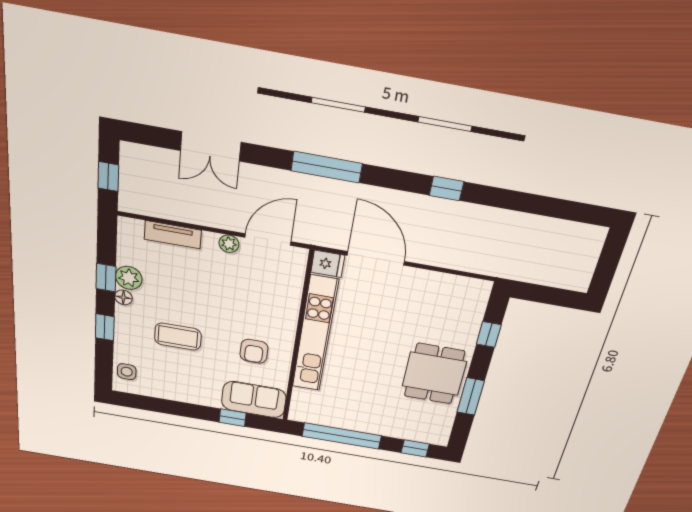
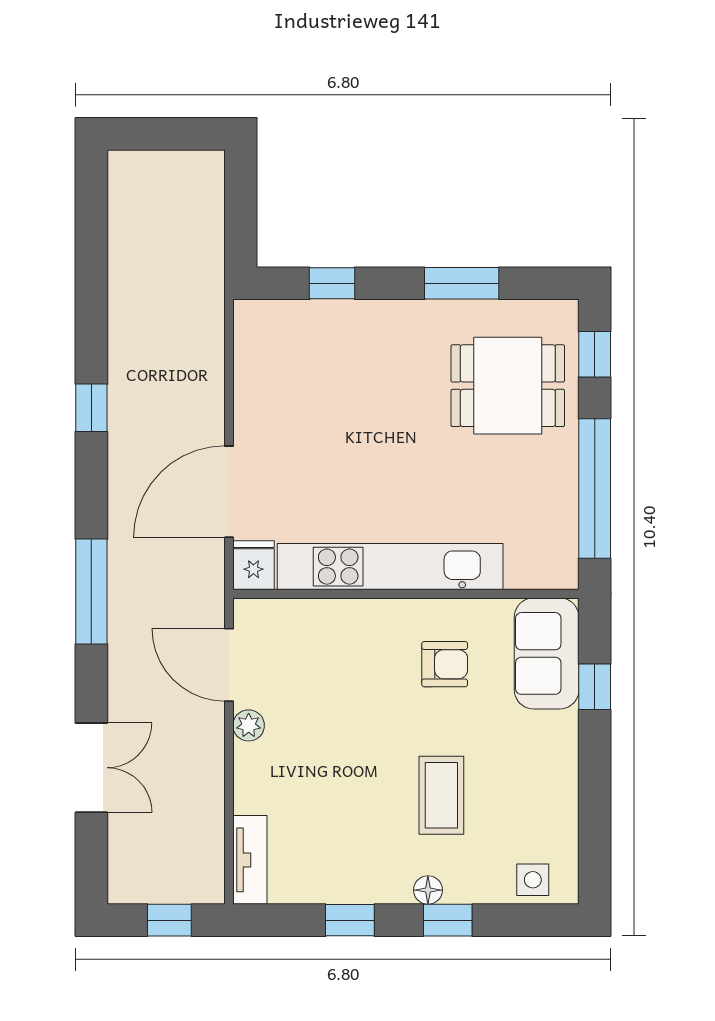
tv unit: (173, 235) -> (250, 860), moved
plant: (129, 278) -> (343, 883), removed
floor lamp: (123, 297) -> (428, 890), moved
dining table: (434, 374) -> (508, 386), moved

